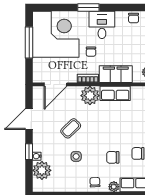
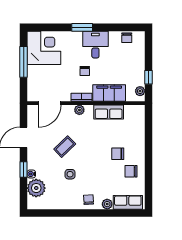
corner desk: (56, 34) -> (44, 48), width x0.74, depth x0.74
plant: (90, 96) -> (79, 110), width x0.53, depth x0.53
chair: (113, 157) -> (118, 154), moved

